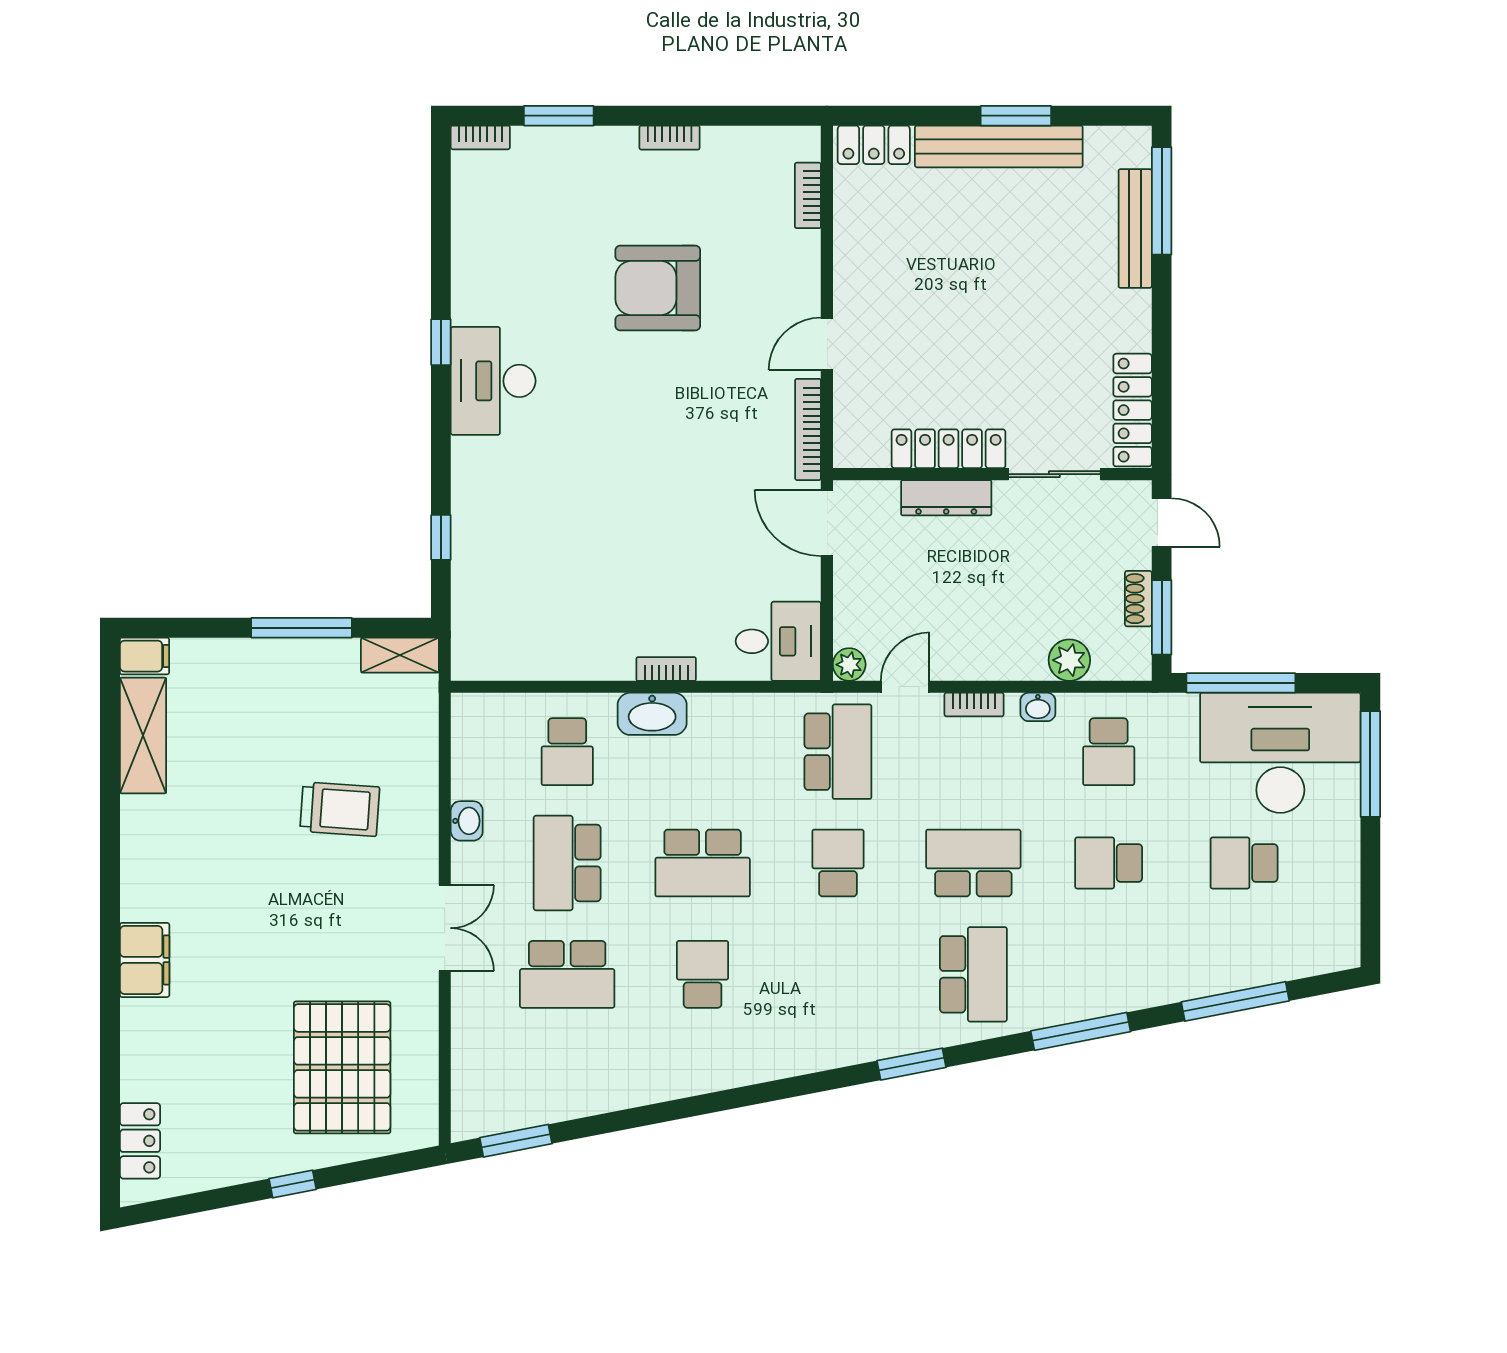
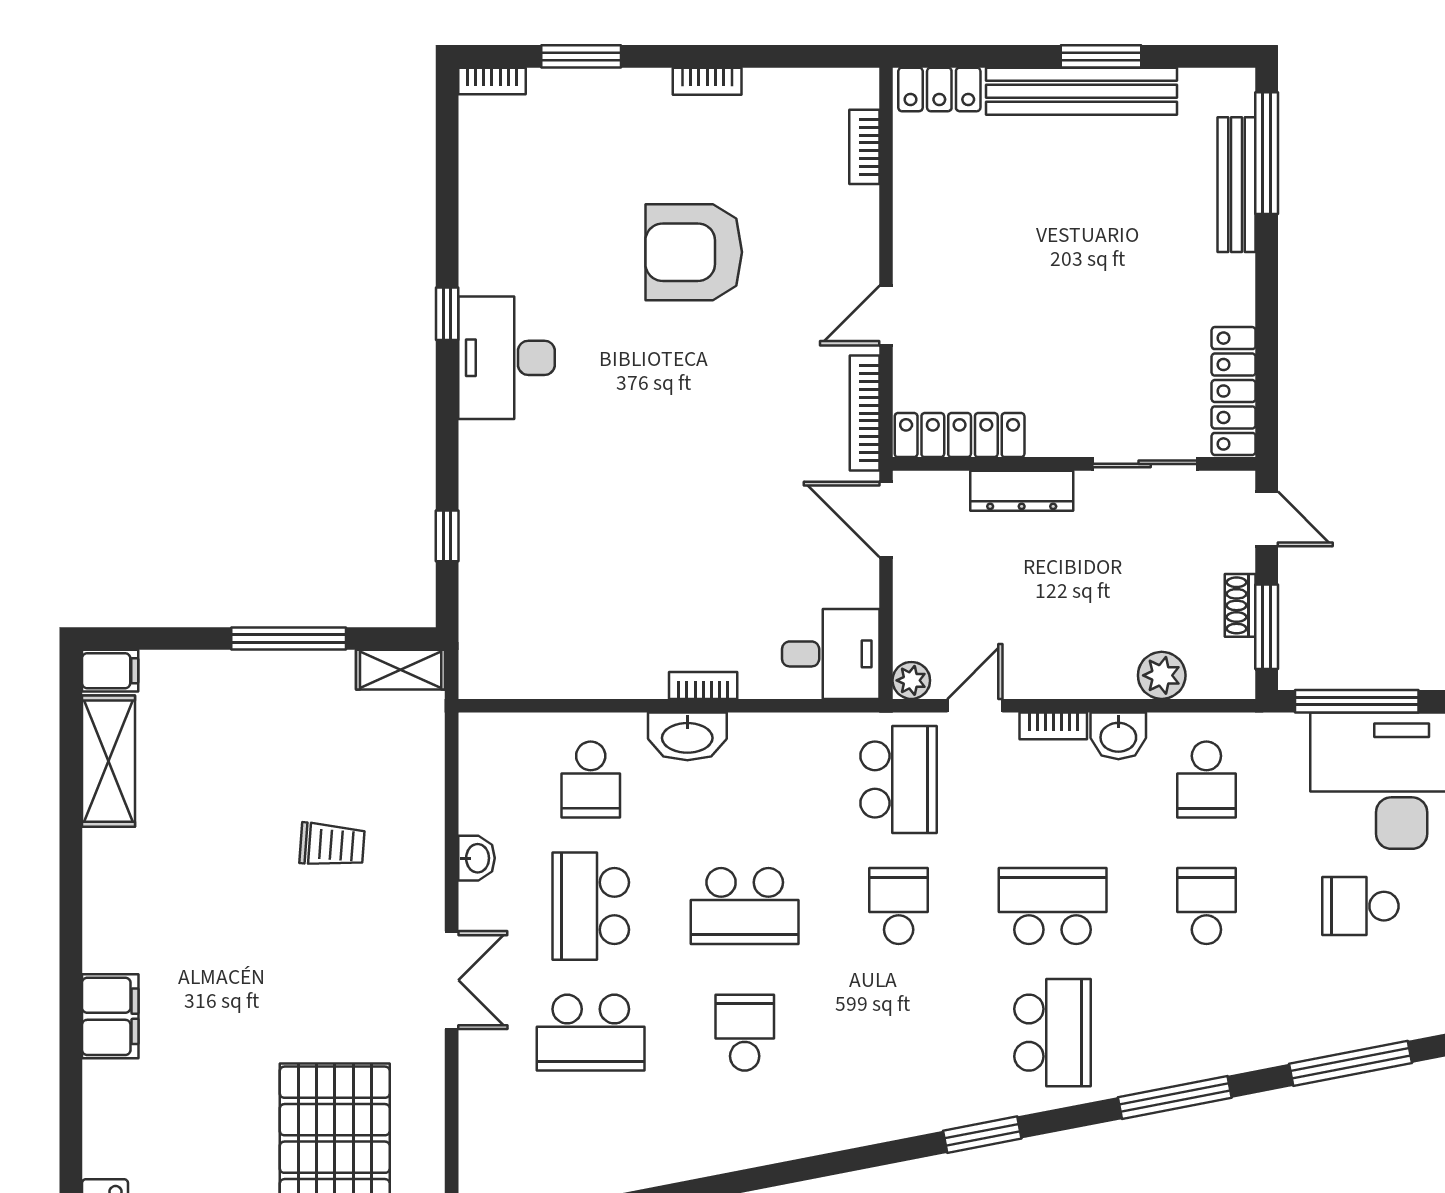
locker: (949, 449) -> (960, 435), moved
washbasin: (1038, 707) -> (1118, 736), width x1.38, depth x1.45
trolley: (340, 809) -> (332, 845), width x0.73, depth x0.72
school desk: (1109, 863) -> (1206, 906), turned 90

